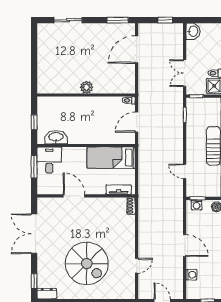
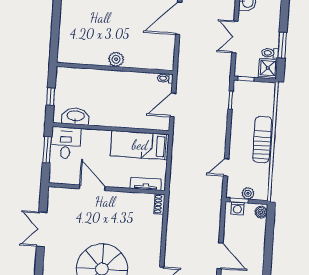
double door: (185, 73) -> (235, 37), moved
door: (185, 171) -> (226, 167), hinge flipped
plant: (204, 192) -> (248, 193), added
double door: (34, 234) -> (42, 229), width x0.73

